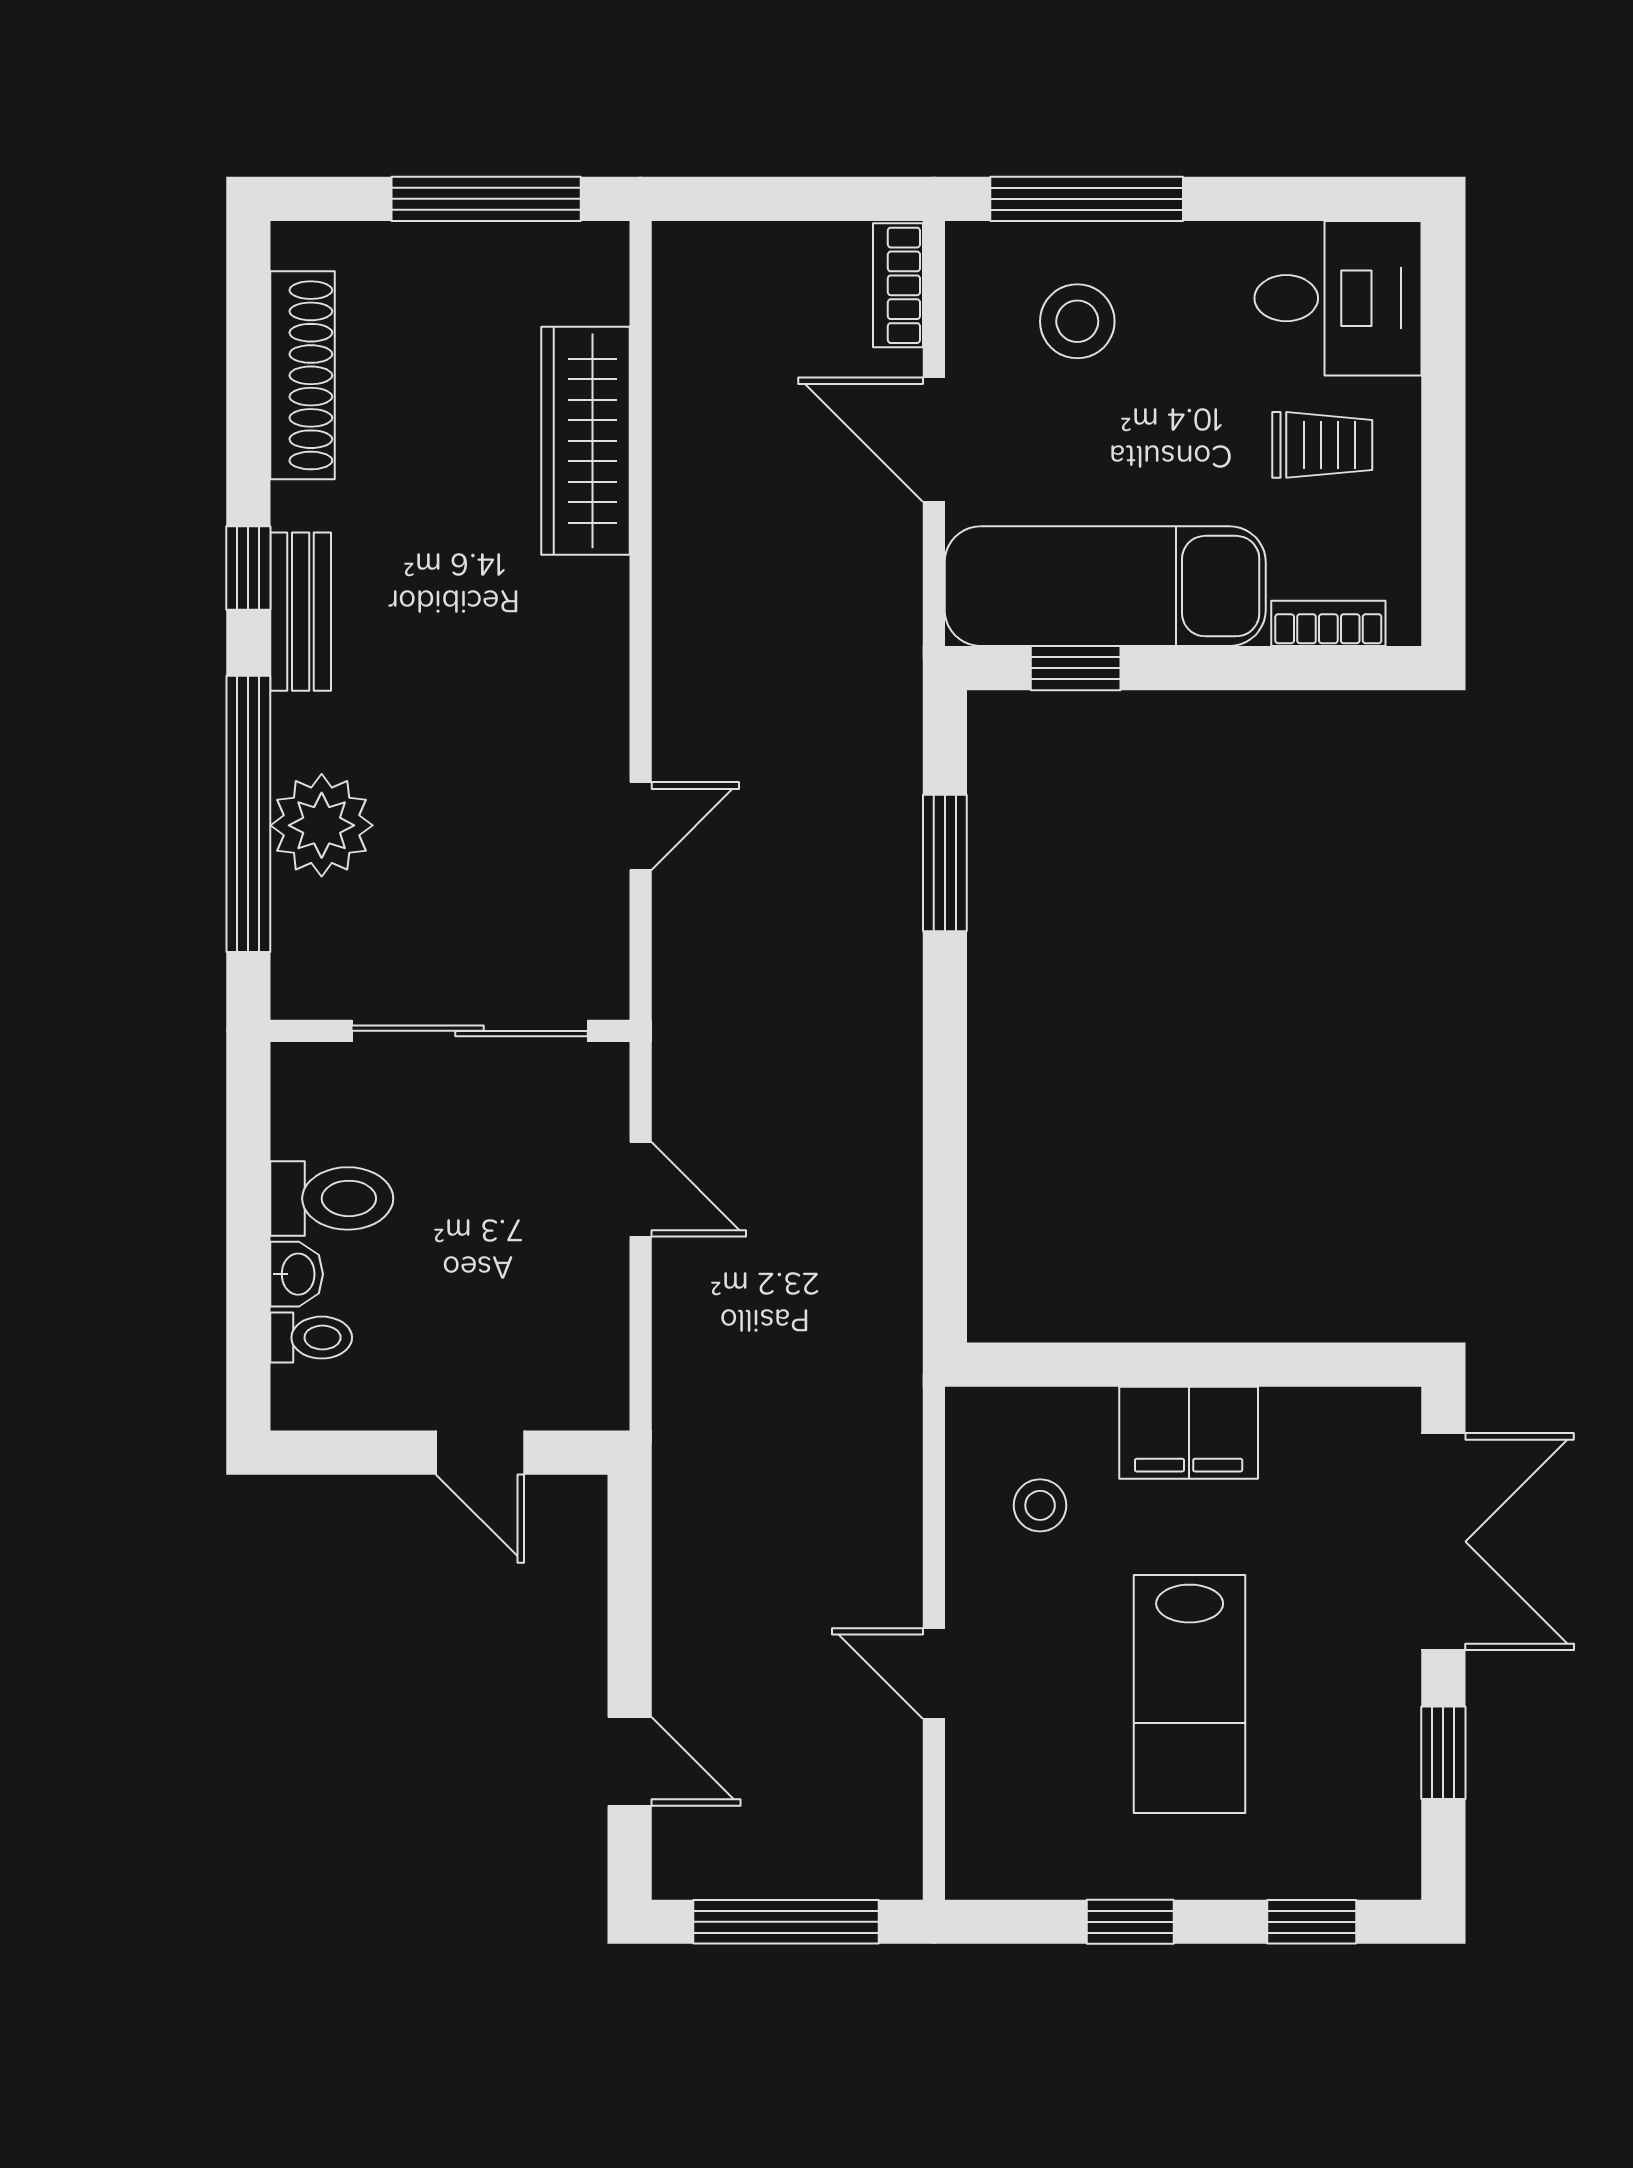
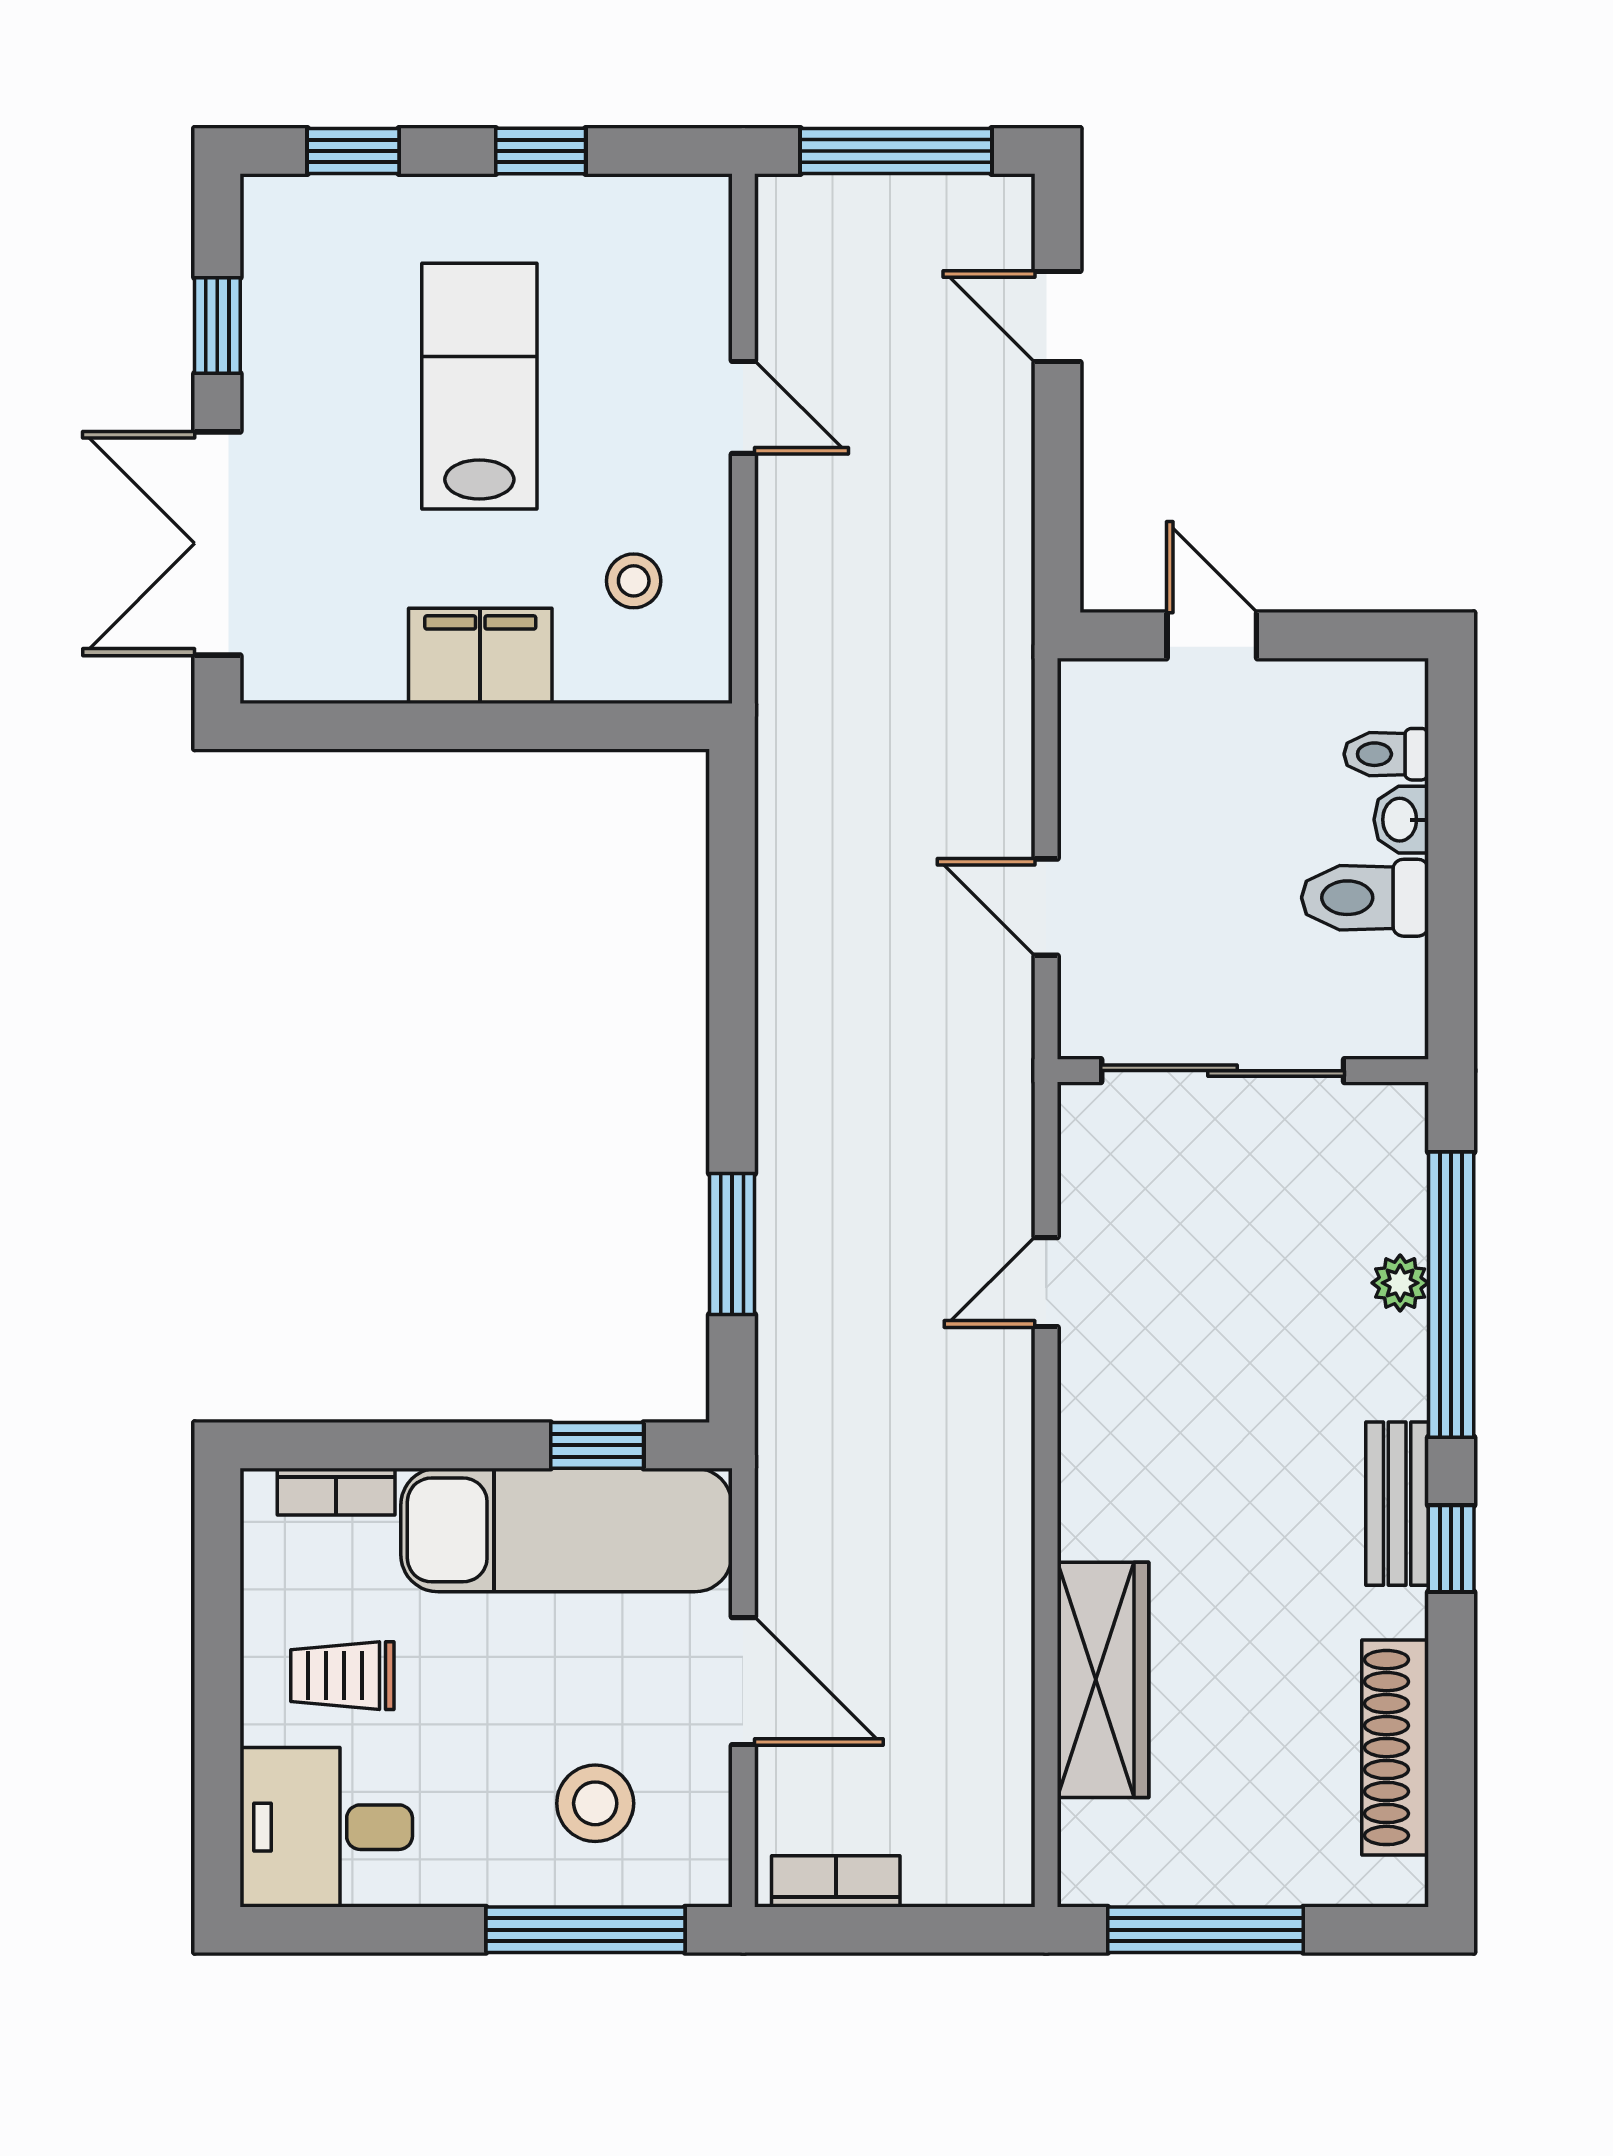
bookcase: (898, 285) -> (836, 1881), moved, turned -90
plant: (322, 825) -> (1400, 1283), width x0.53, depth x0.53

